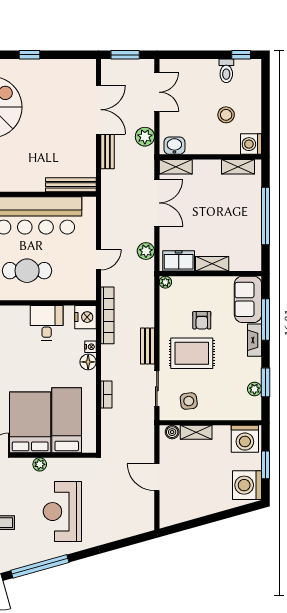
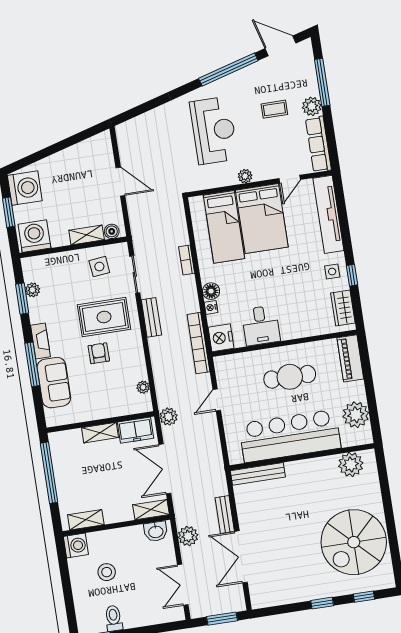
freezer: (179, 261) -> (136, 430), moved
shelving: (212, 264) -> (100, 433), moved
wall: (210, 274) -> (100, 422), moved

